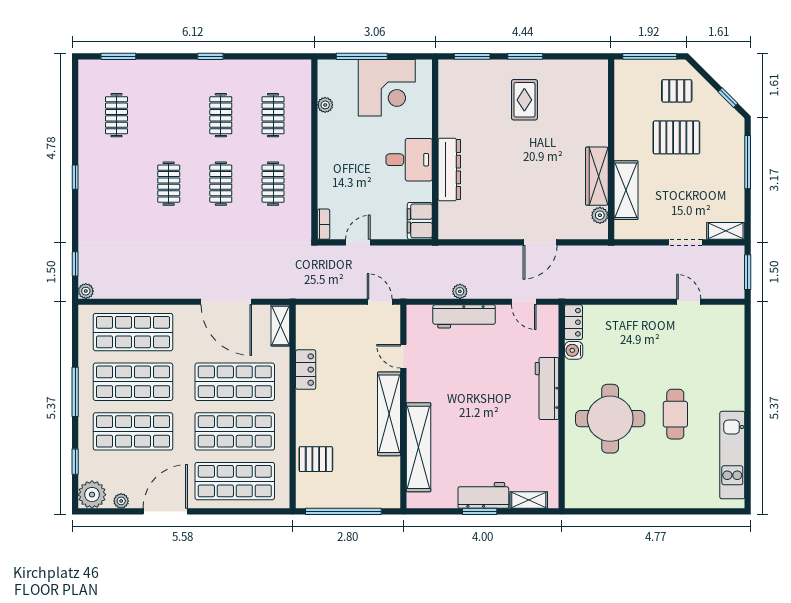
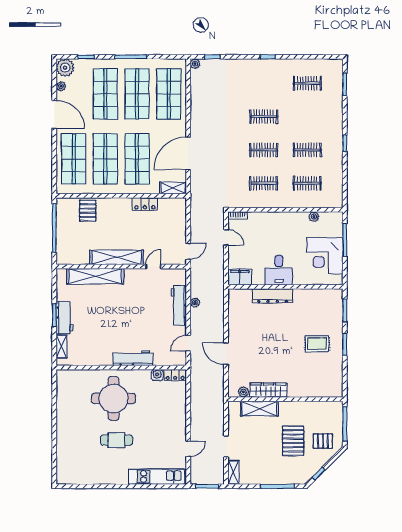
pallet: (677, 91) -> (323, 441), turned 90
kitchen unit: (732, 455) -> (156, 477), moved

